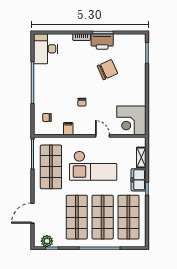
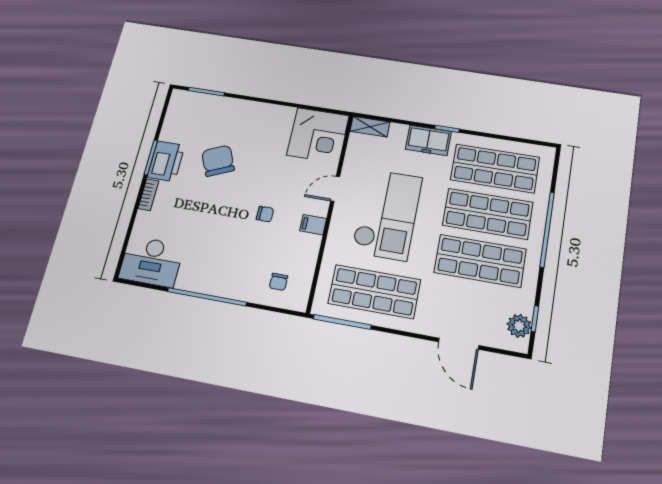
filing cabinet: (68, 129) -> (313, 225), moved
shelving: (141, 157) -> (370, 127), moved

